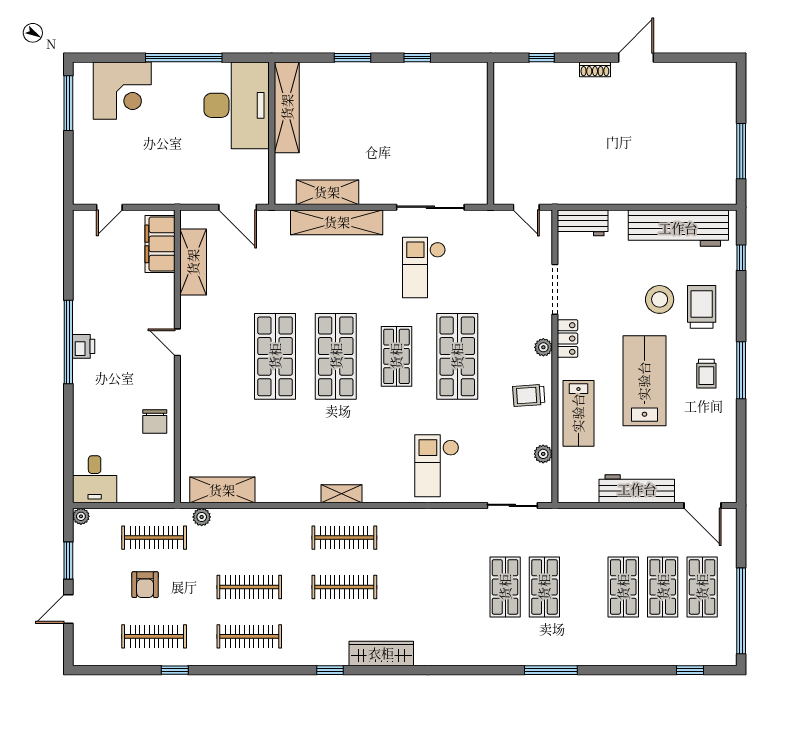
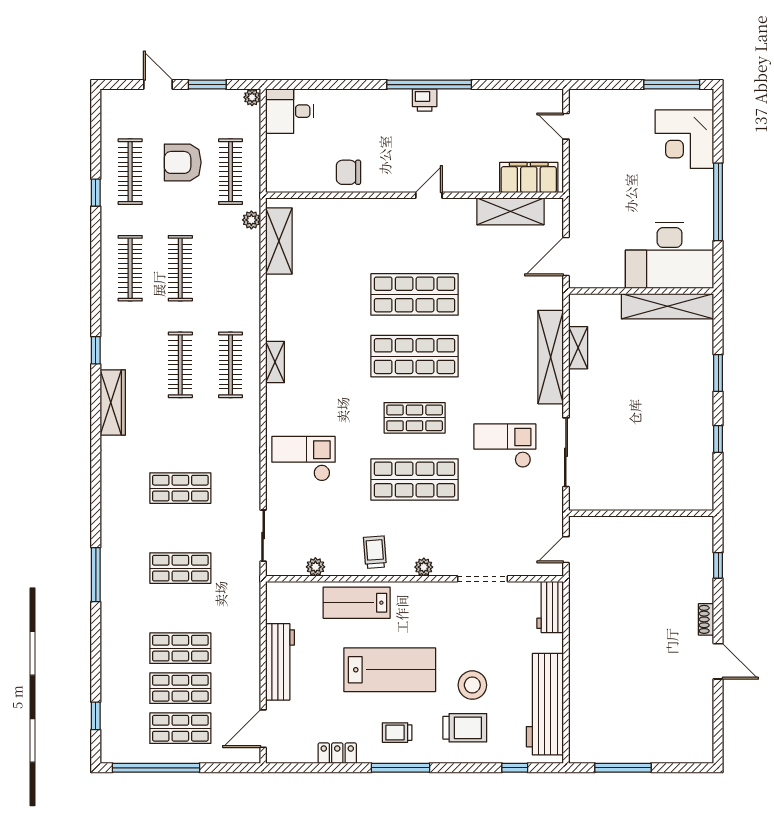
shelving: (327, 192) -> (578, 348), width x0.67, depth x0.75
locker: (568, 339) -> (337, 753), moved, turned 180
armchair: (145, 585) -> (183, 162), width x1.38, depth x1.38
shop shelf: (505, 587) -> (180, 488), moved

